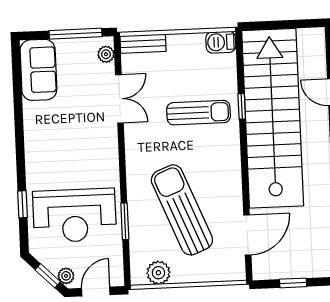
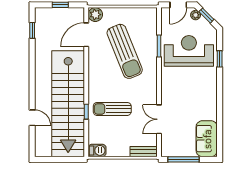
plant: (106, 54) -> (166, 146), removed
plant: (158, 273) -> (95, 15), moved

